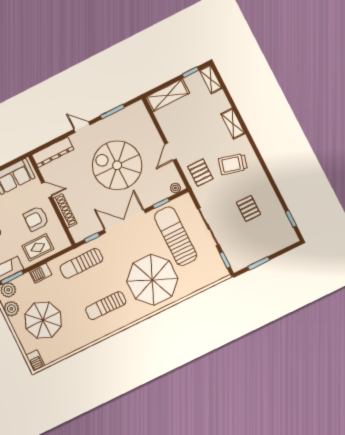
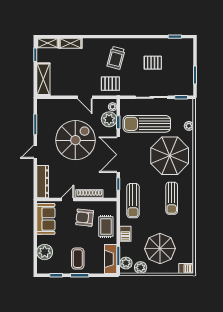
shelving: (233, 124) -> (71, 43), moved
spiral stairs: (117, 165) -> (75, 140), turned 180
plant: (159, 191) -> (109, 119), added
armchair: (36, 219) -> (85, 218), turned 96
plant: (197, 285) -> (189, 126), added

